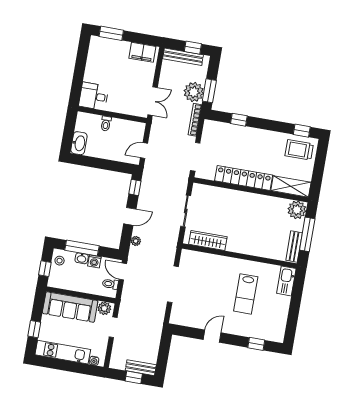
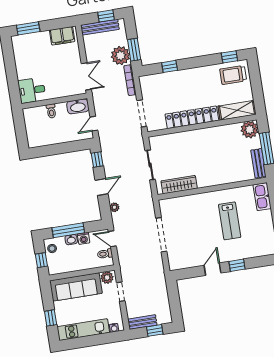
washbasin: (79, 143) -> (78, 106), moved, turned 90
window: (256, 344) -> (237, 265), moved
bench: (141, 368) -> (142, 322), moved

